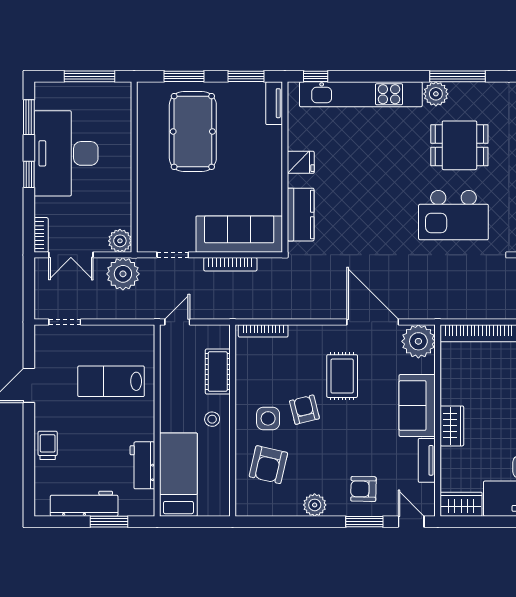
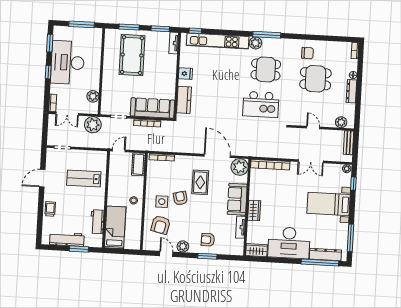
plant: (120, 241) -> (93, 96), moved
cot: (218, 372) -> (138, 164), moved
door: (411, 522) -> (166, 254), moved

